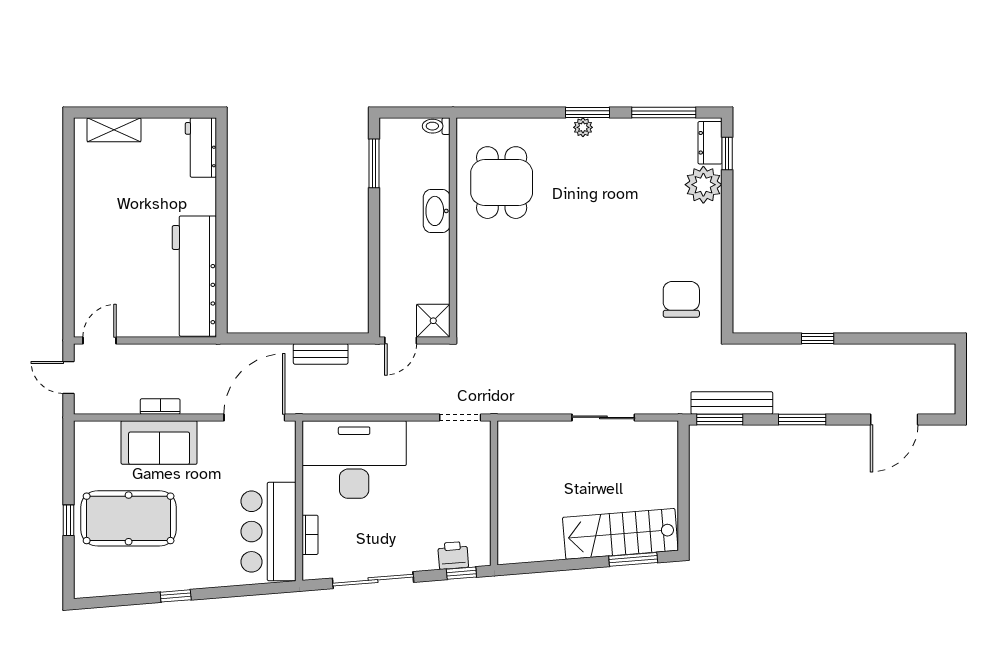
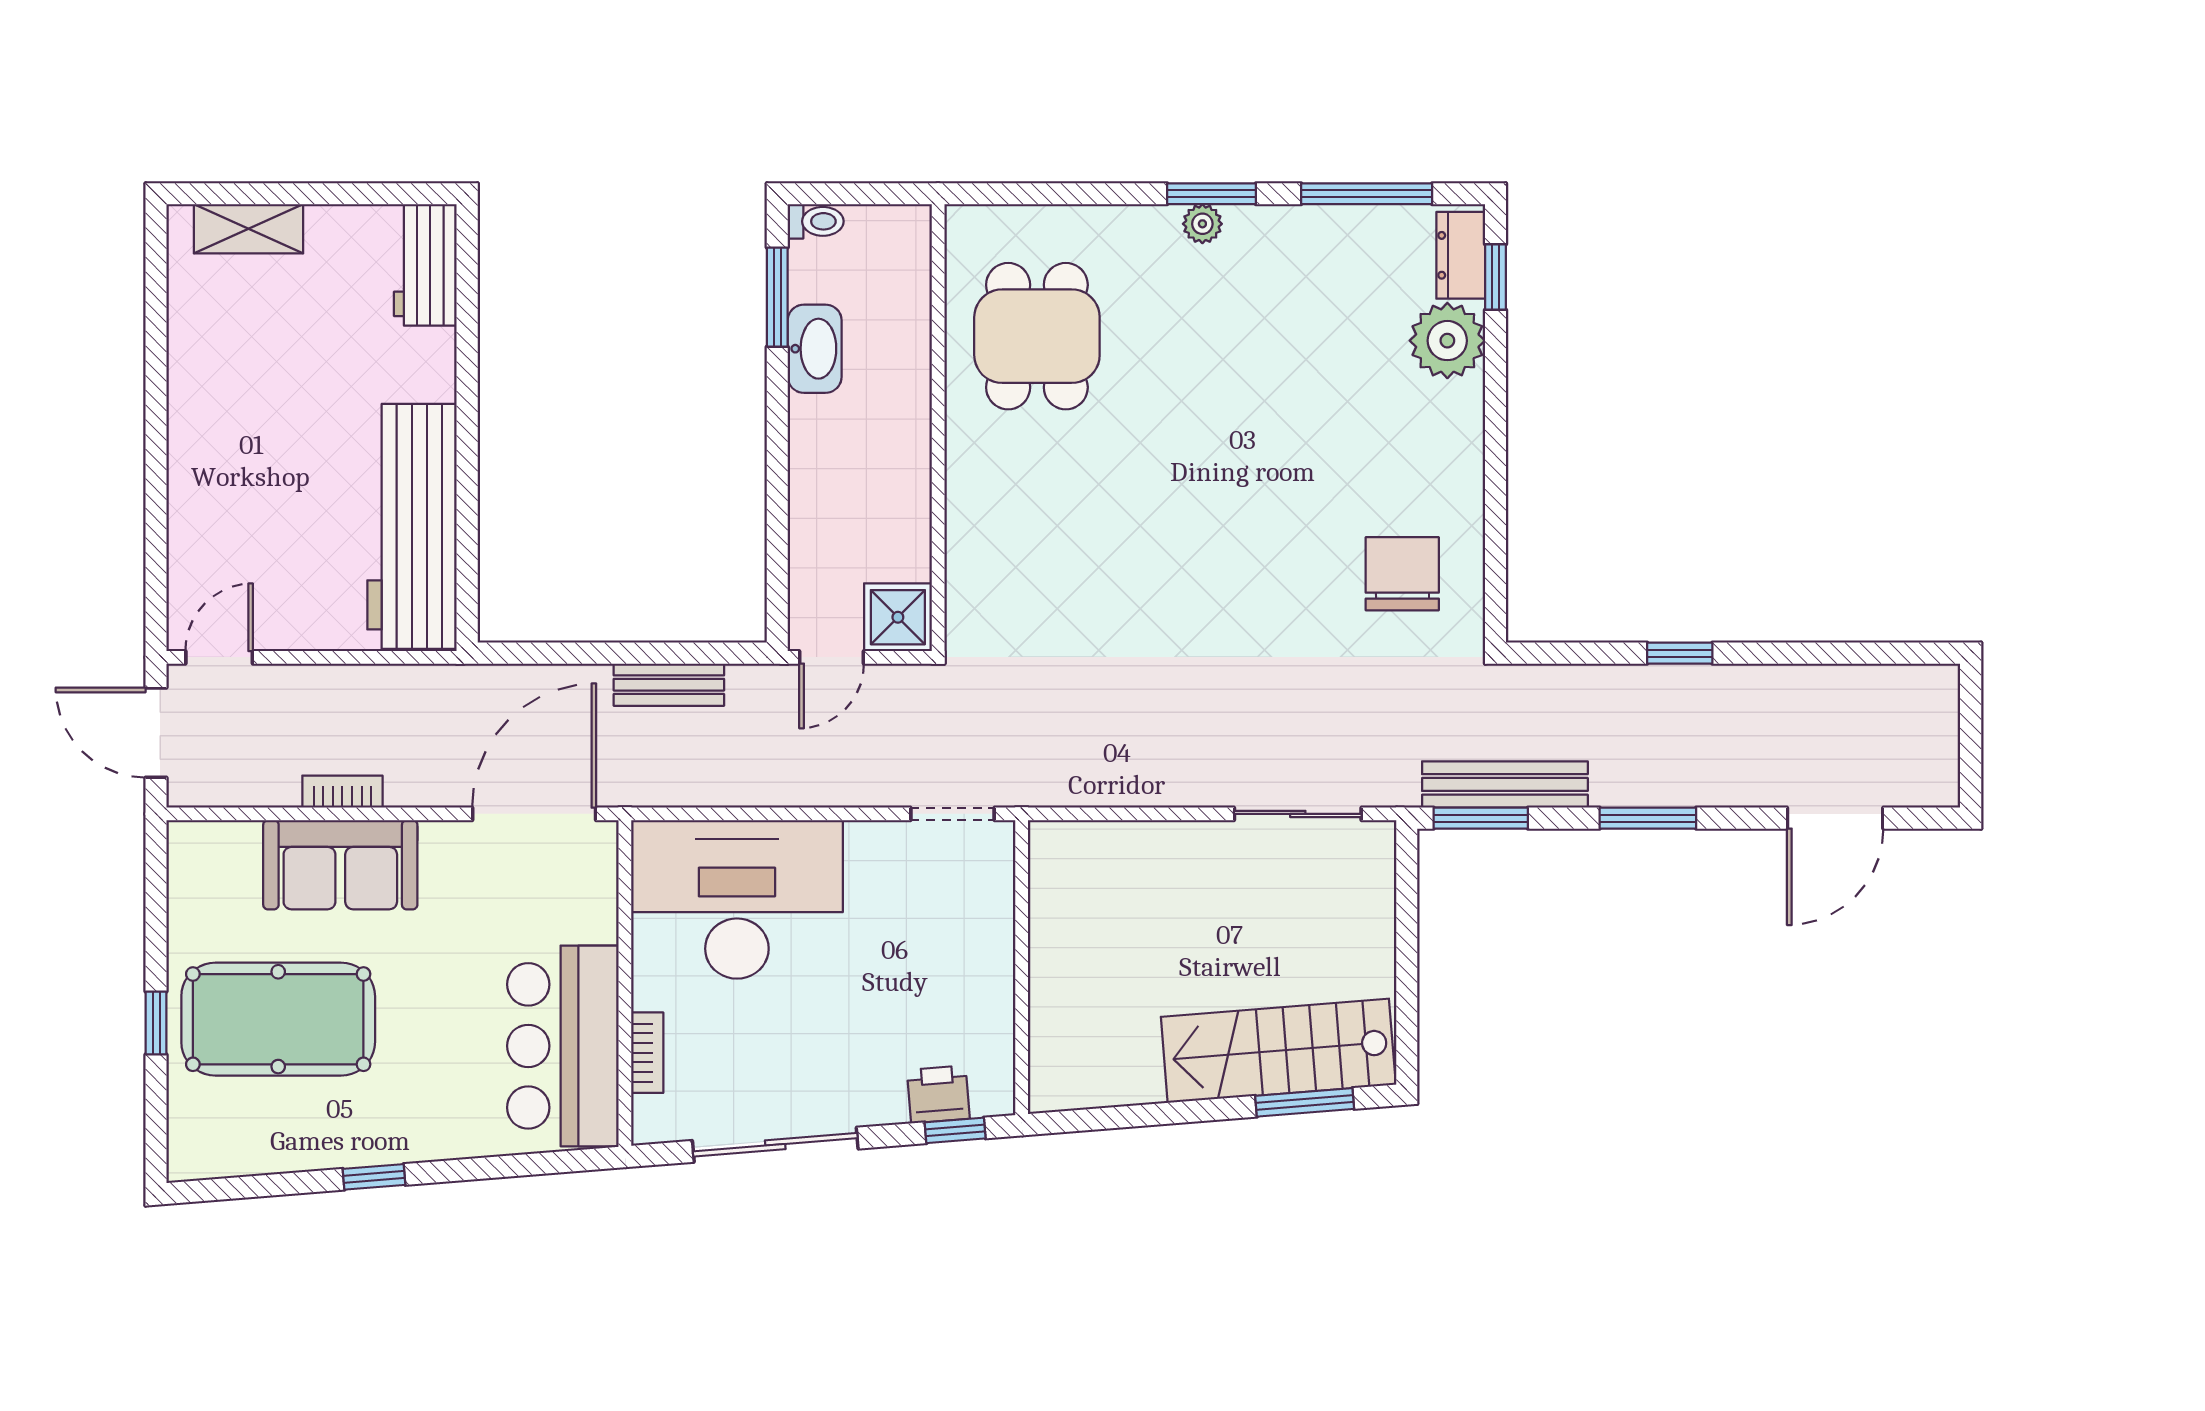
toilet: (436, 126) -> (816, 221), moved, turned 180
washbasin: (437, 211) -> (815, 349), moved, turned 180
door: (68, 377) -> (156, 733), width x1.38
sliding door: (603, 417) -> (1298, 814), moved

